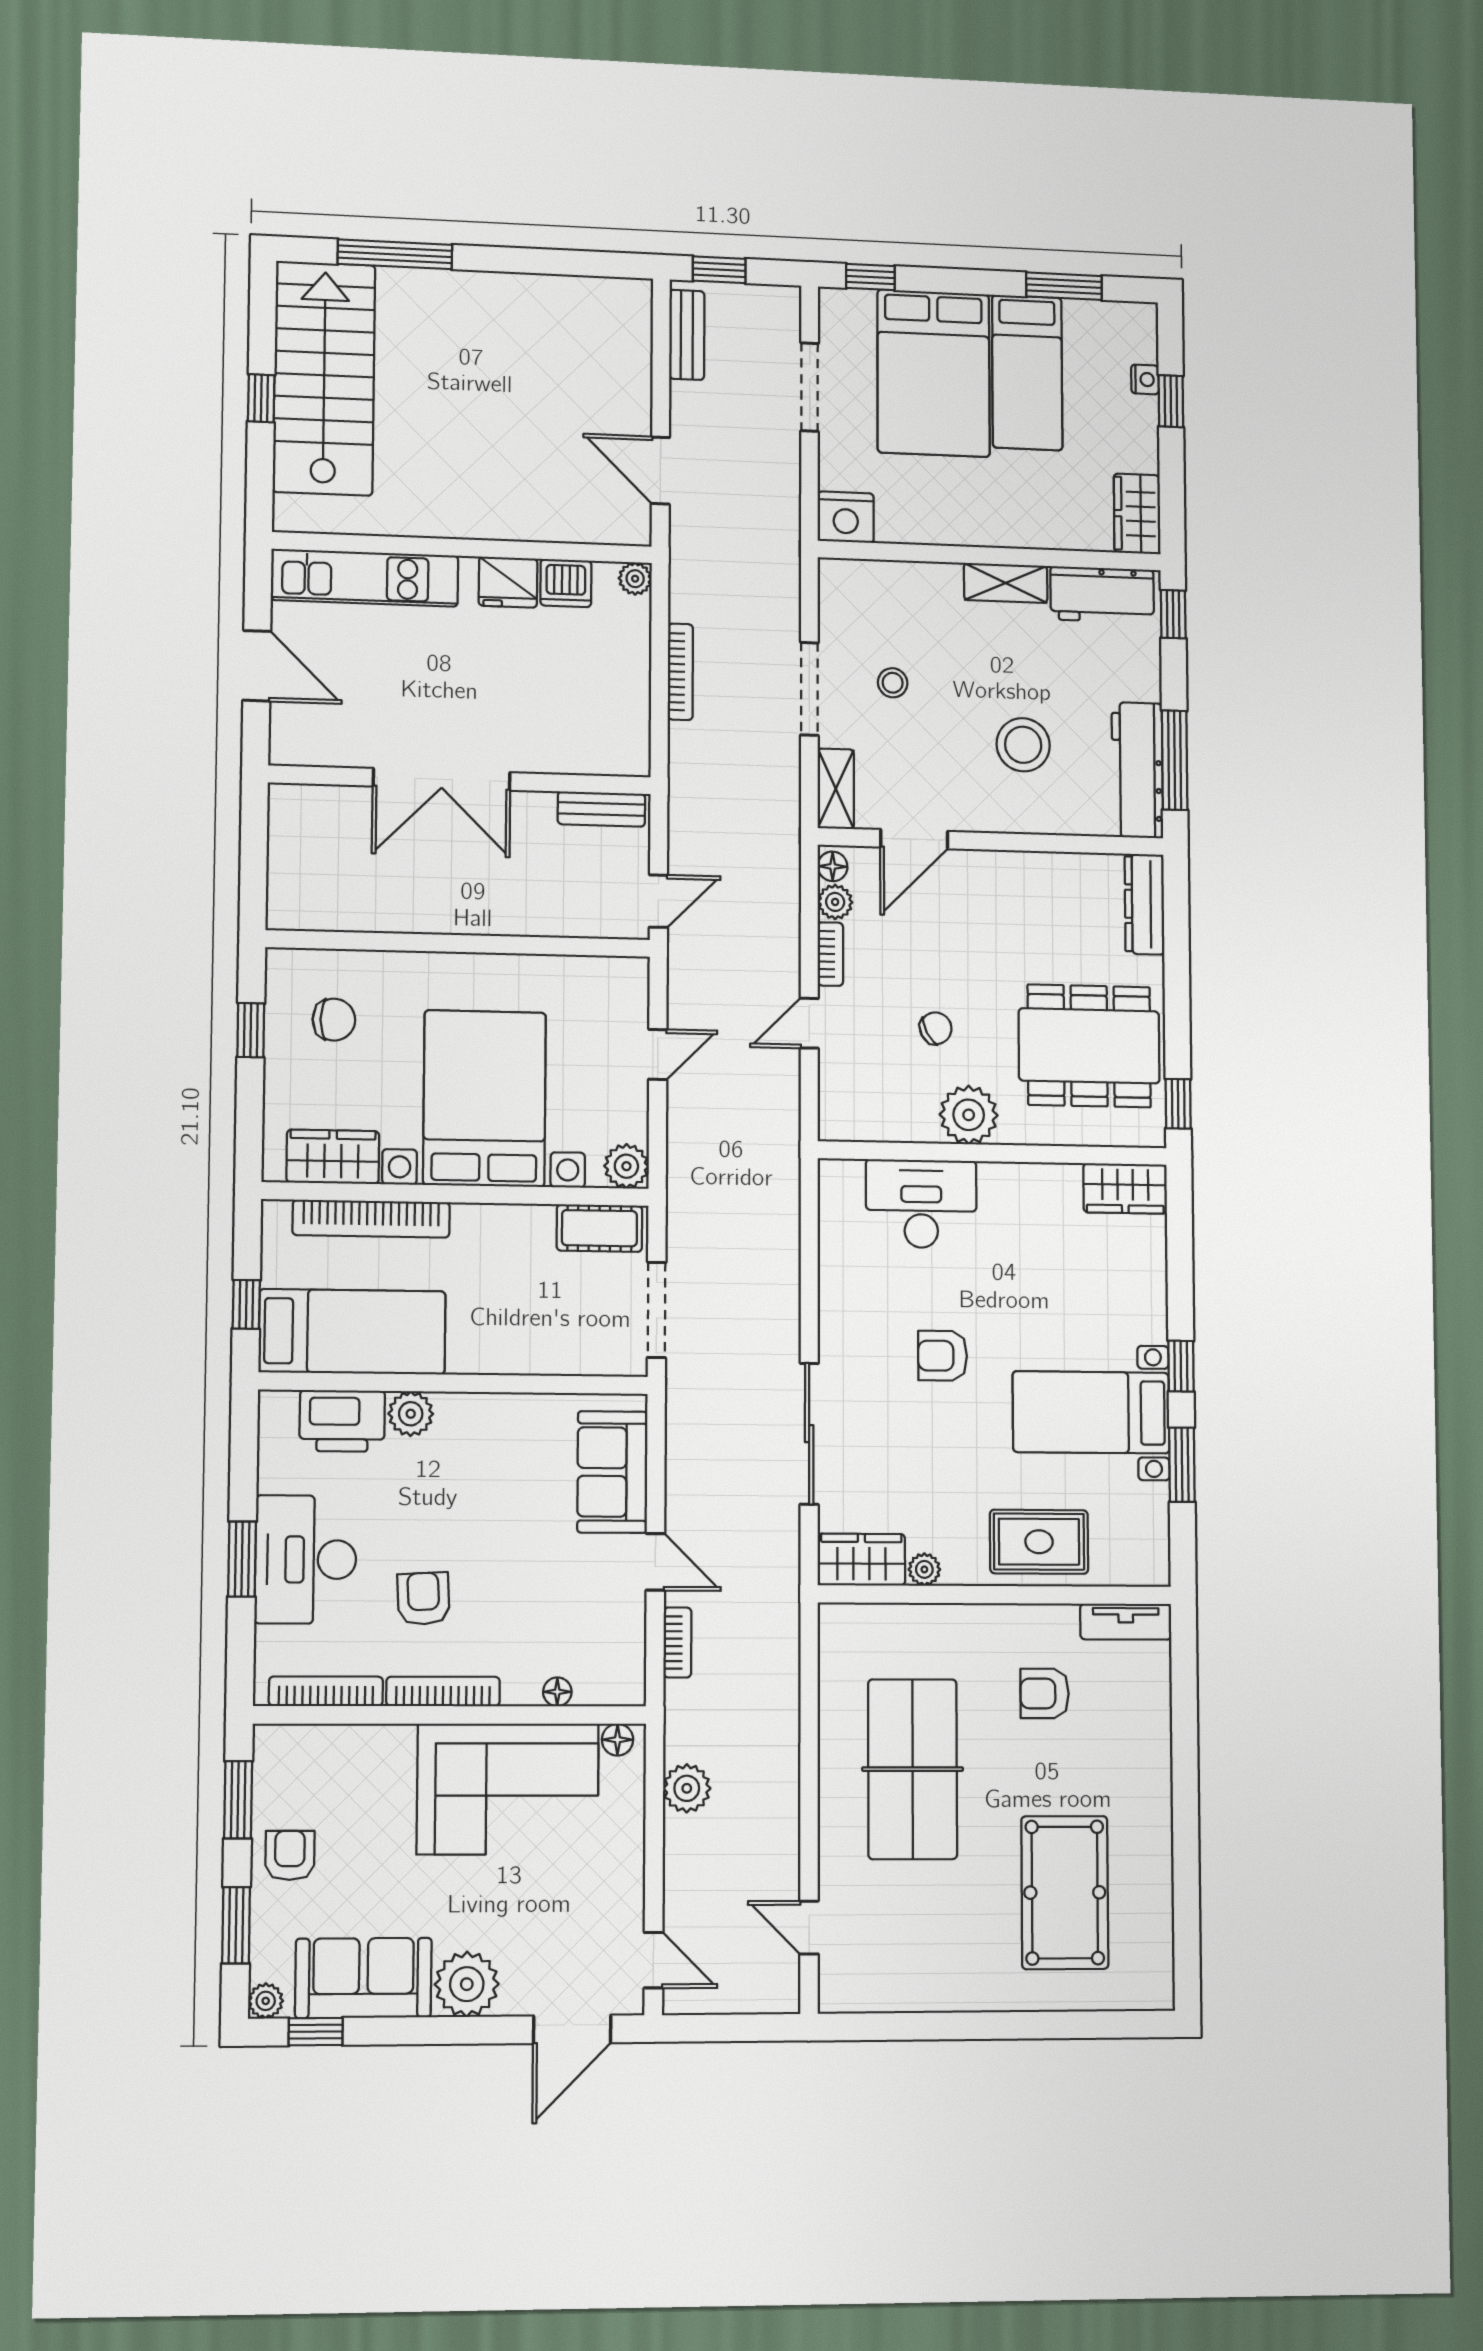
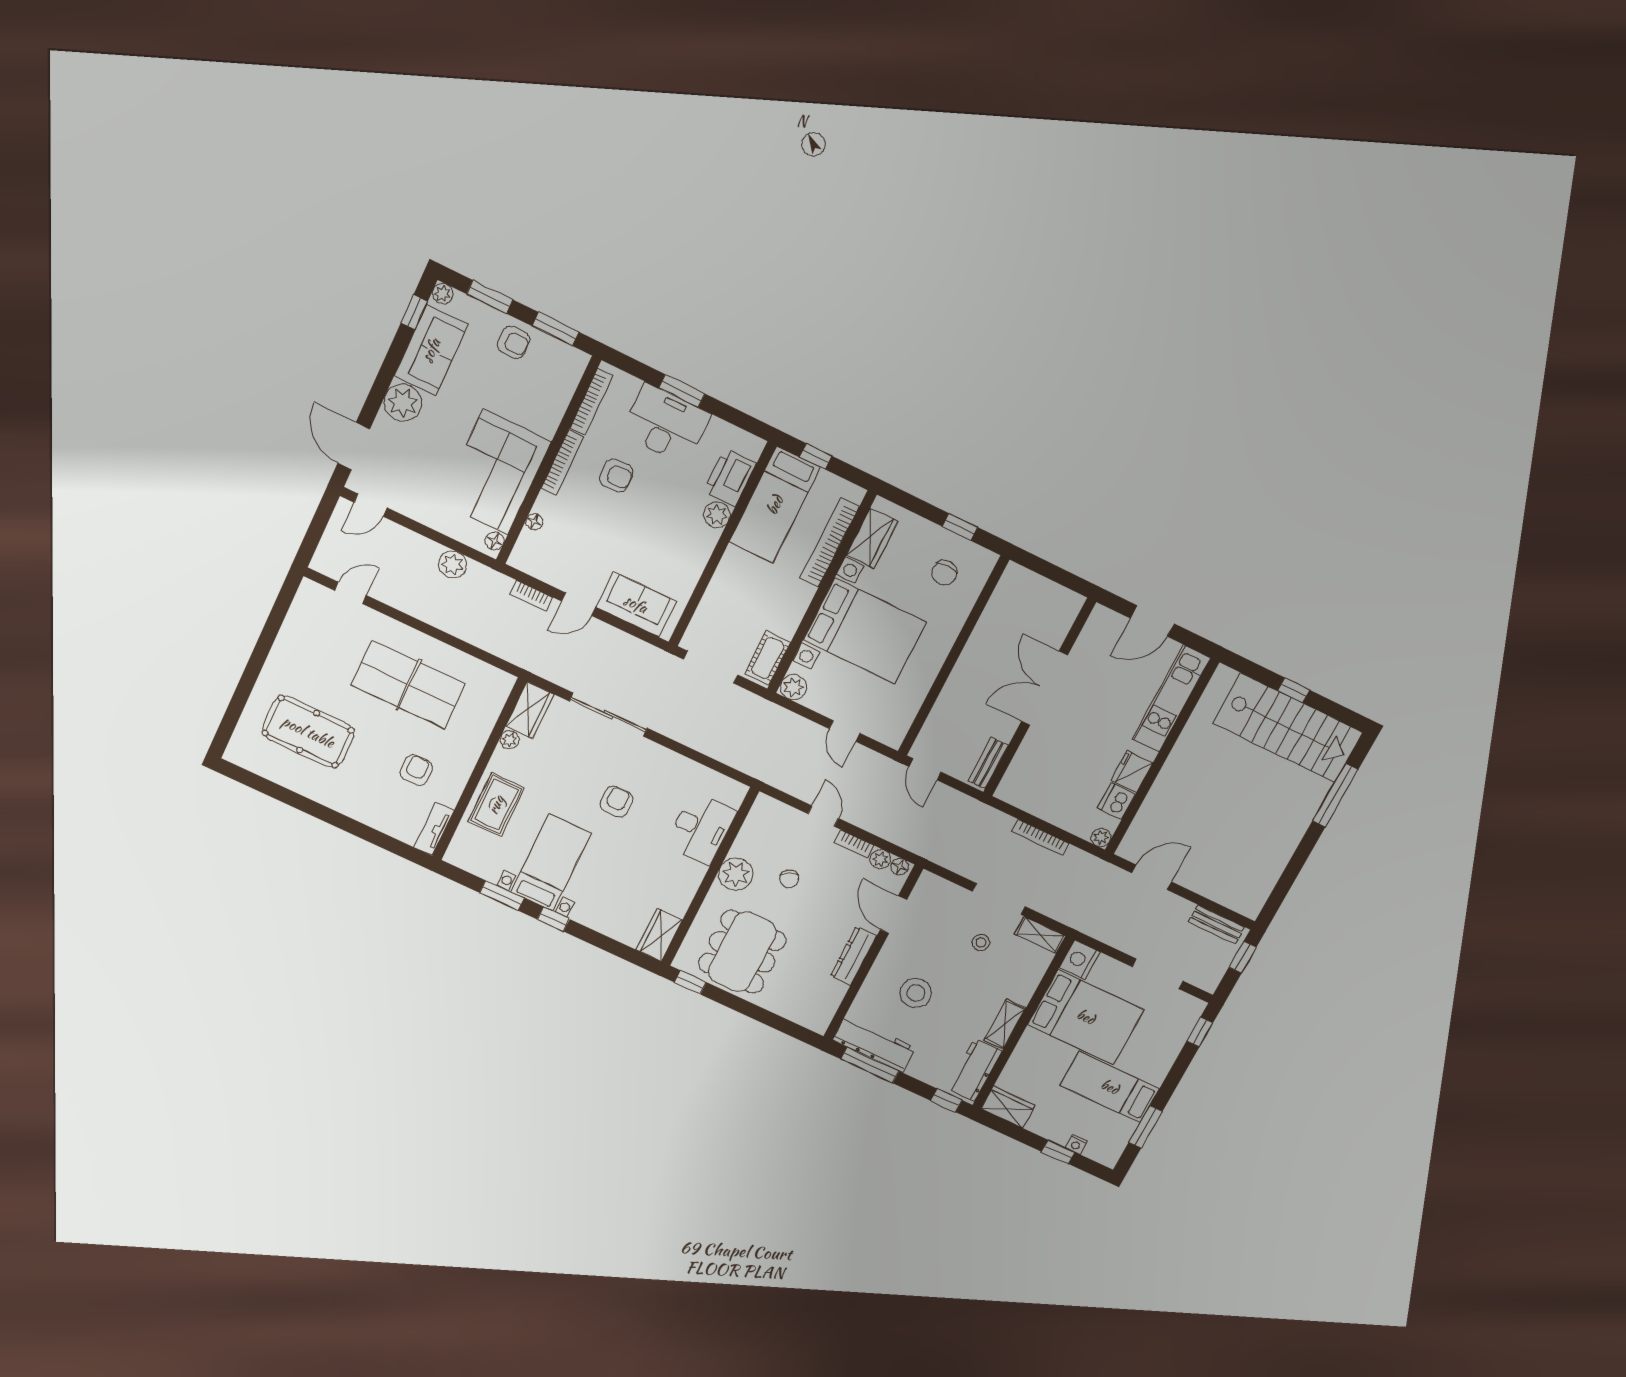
bed: (933, 373) -> (1086, 1017), moved, turned 180
shelving: (836, 789) -> (1040, 935), moved
dresser: (1145, 904) -> (853, 956), moved, turned -90

